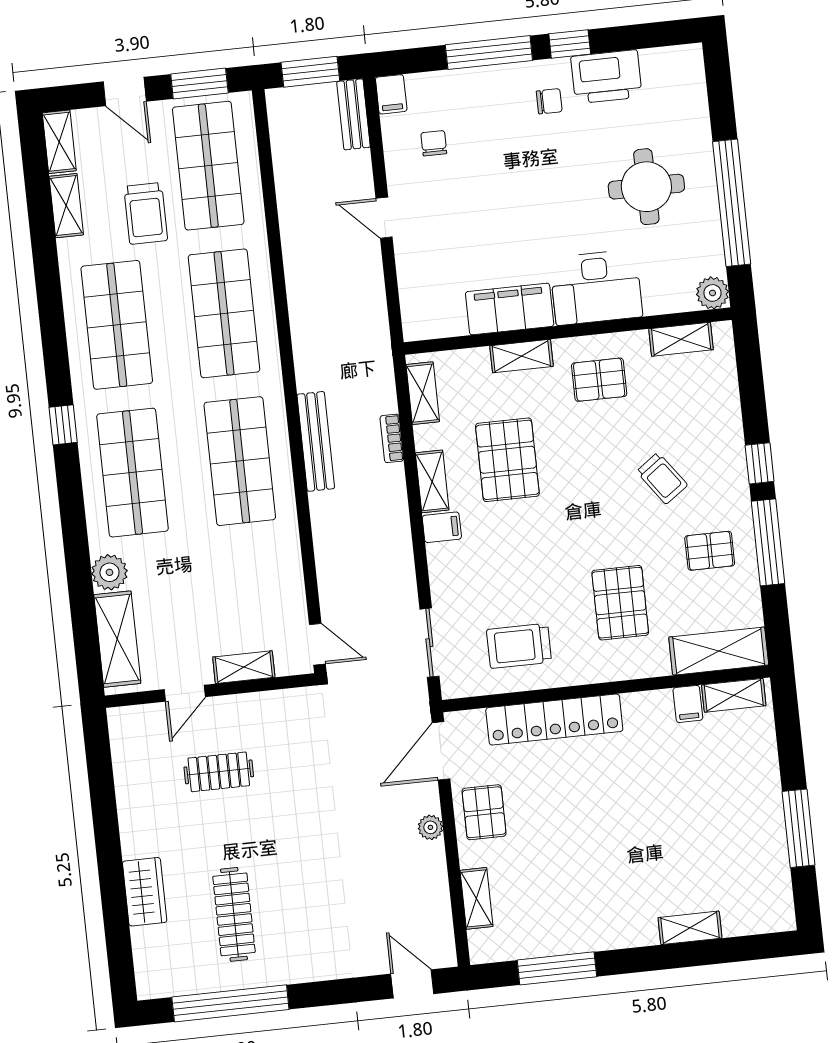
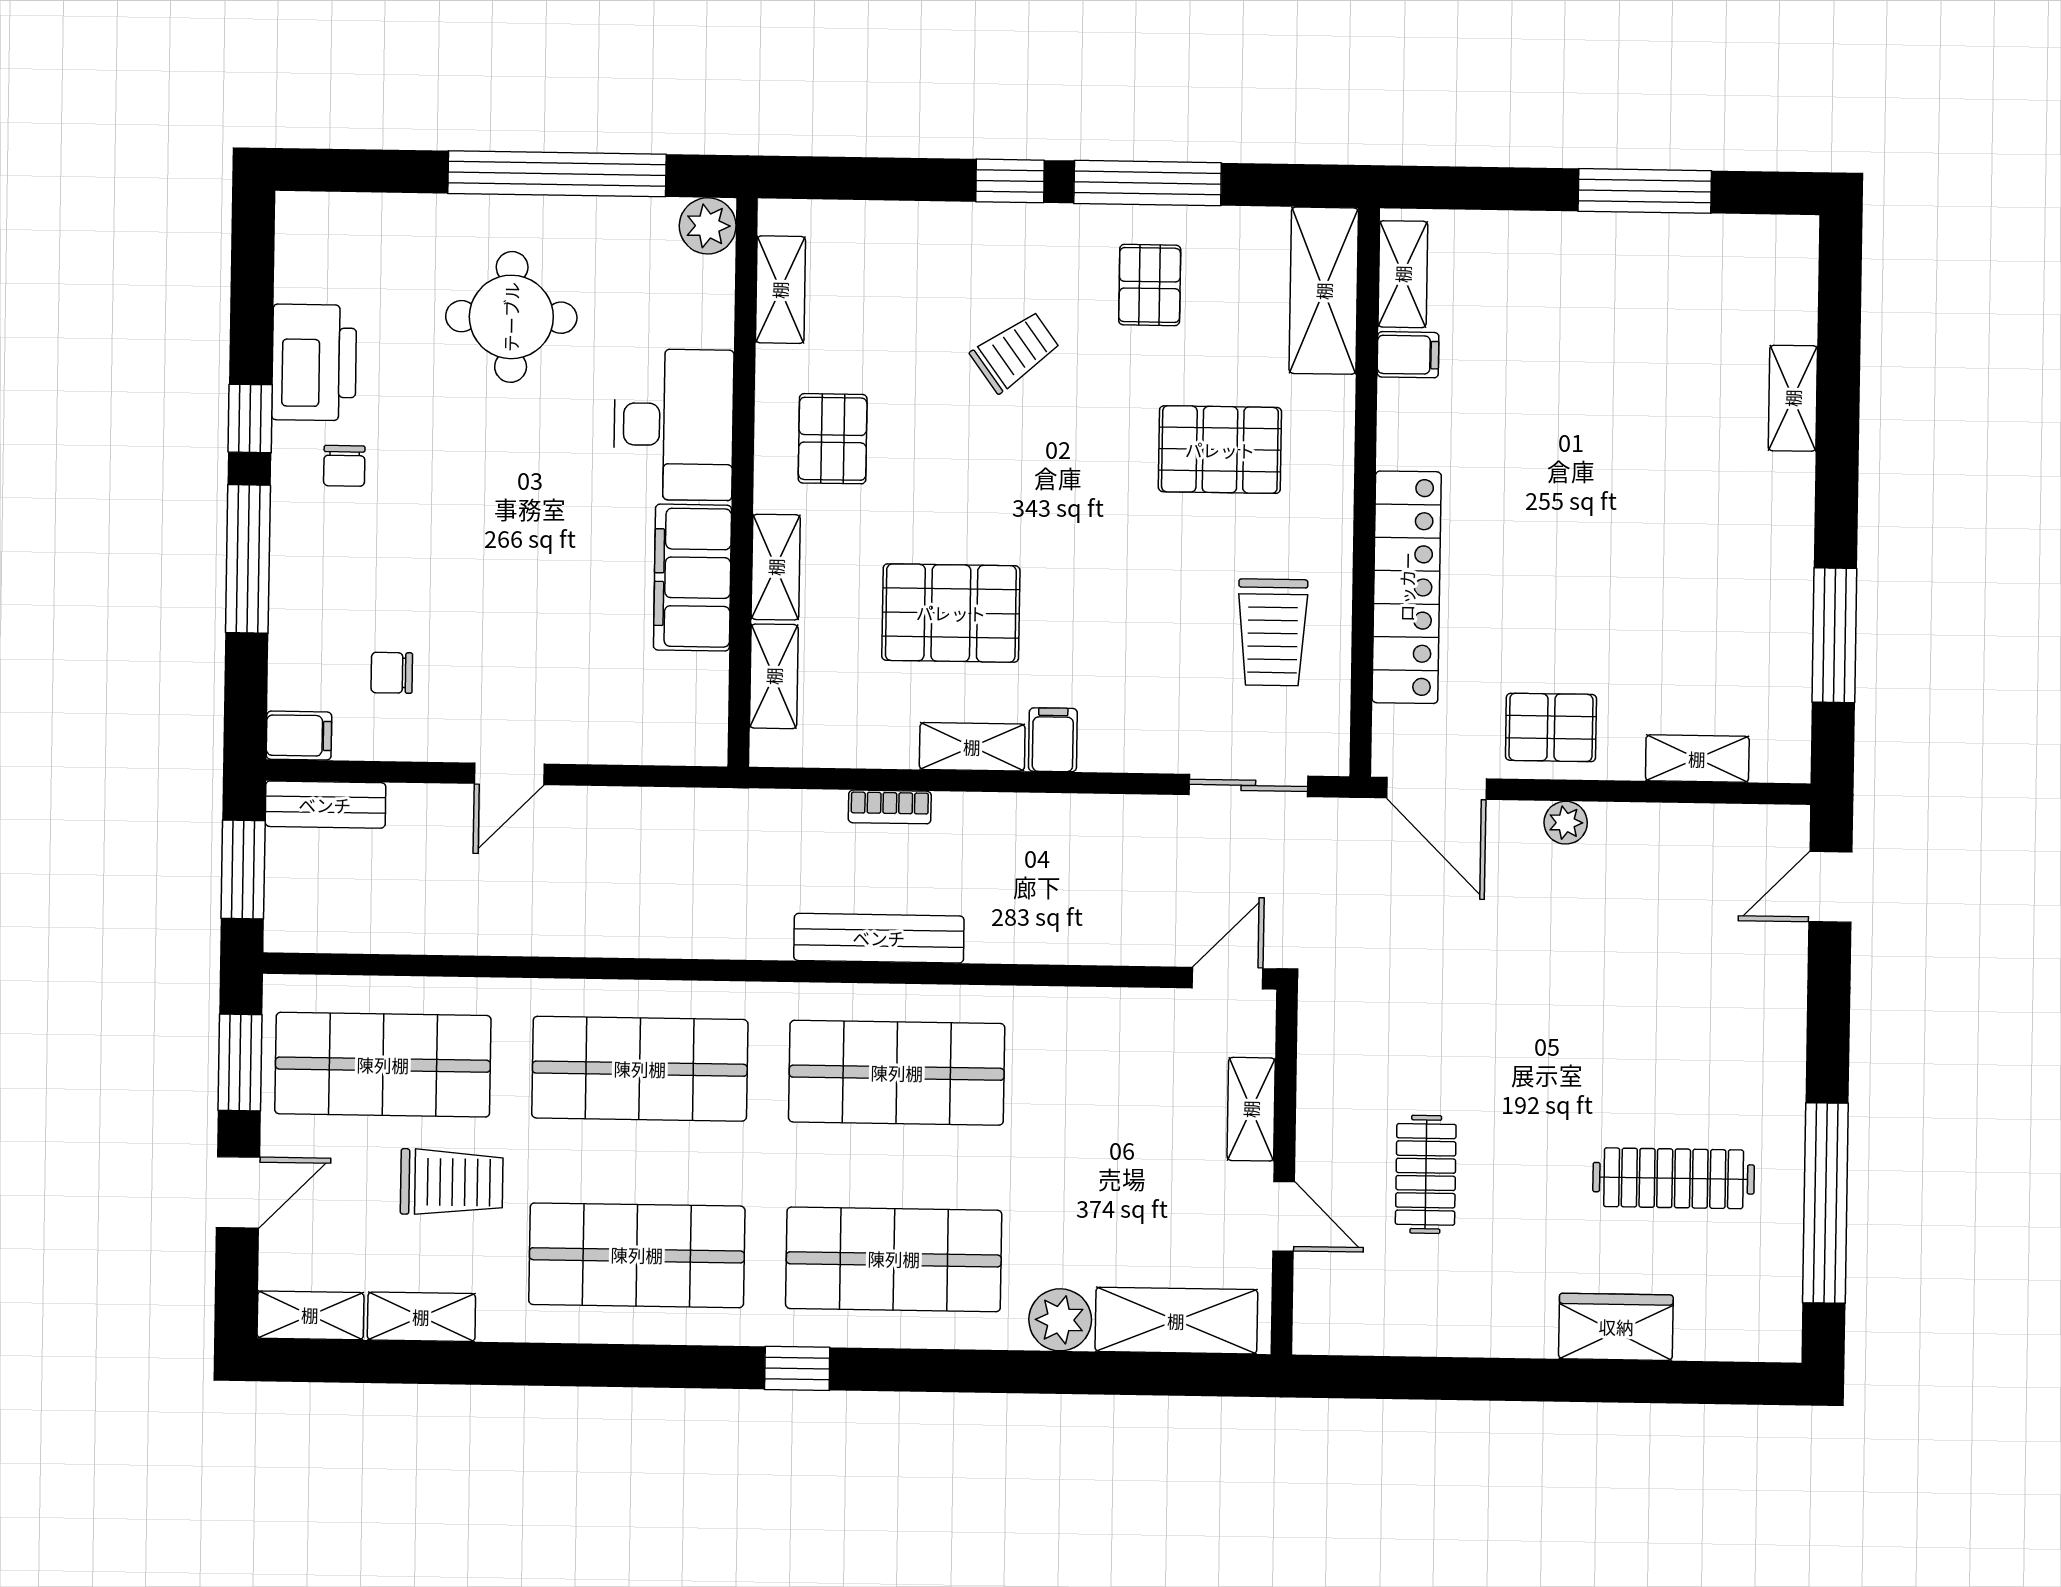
chair: (549, 101) -> (344, 466), turned 180
shelving: (423, 393) -> (774, 676), moved, turned 90

